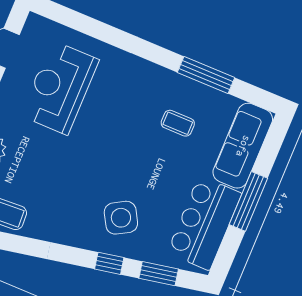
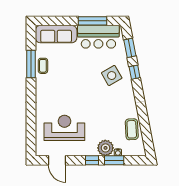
reception desk: (60, 88) -> (64, 128), turned 180
coffee table: (178, 123) -> (43, 66), moved
window: (248, 201) -> (93, 21), moved

